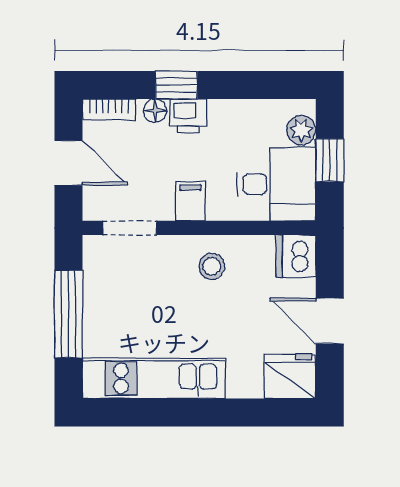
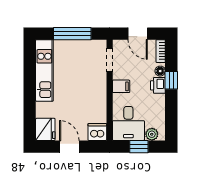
door: (68, 163) -> (138, 34), hinge flipped
stool: (212, 266) -> (93, 96), removed
door: (330, 321) -> (69, 147), hinge flipped

